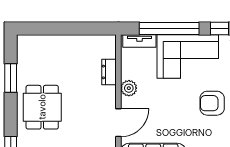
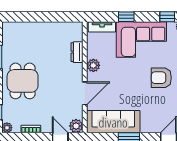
window: (169, 29) -> (126, 17), width x0.32

